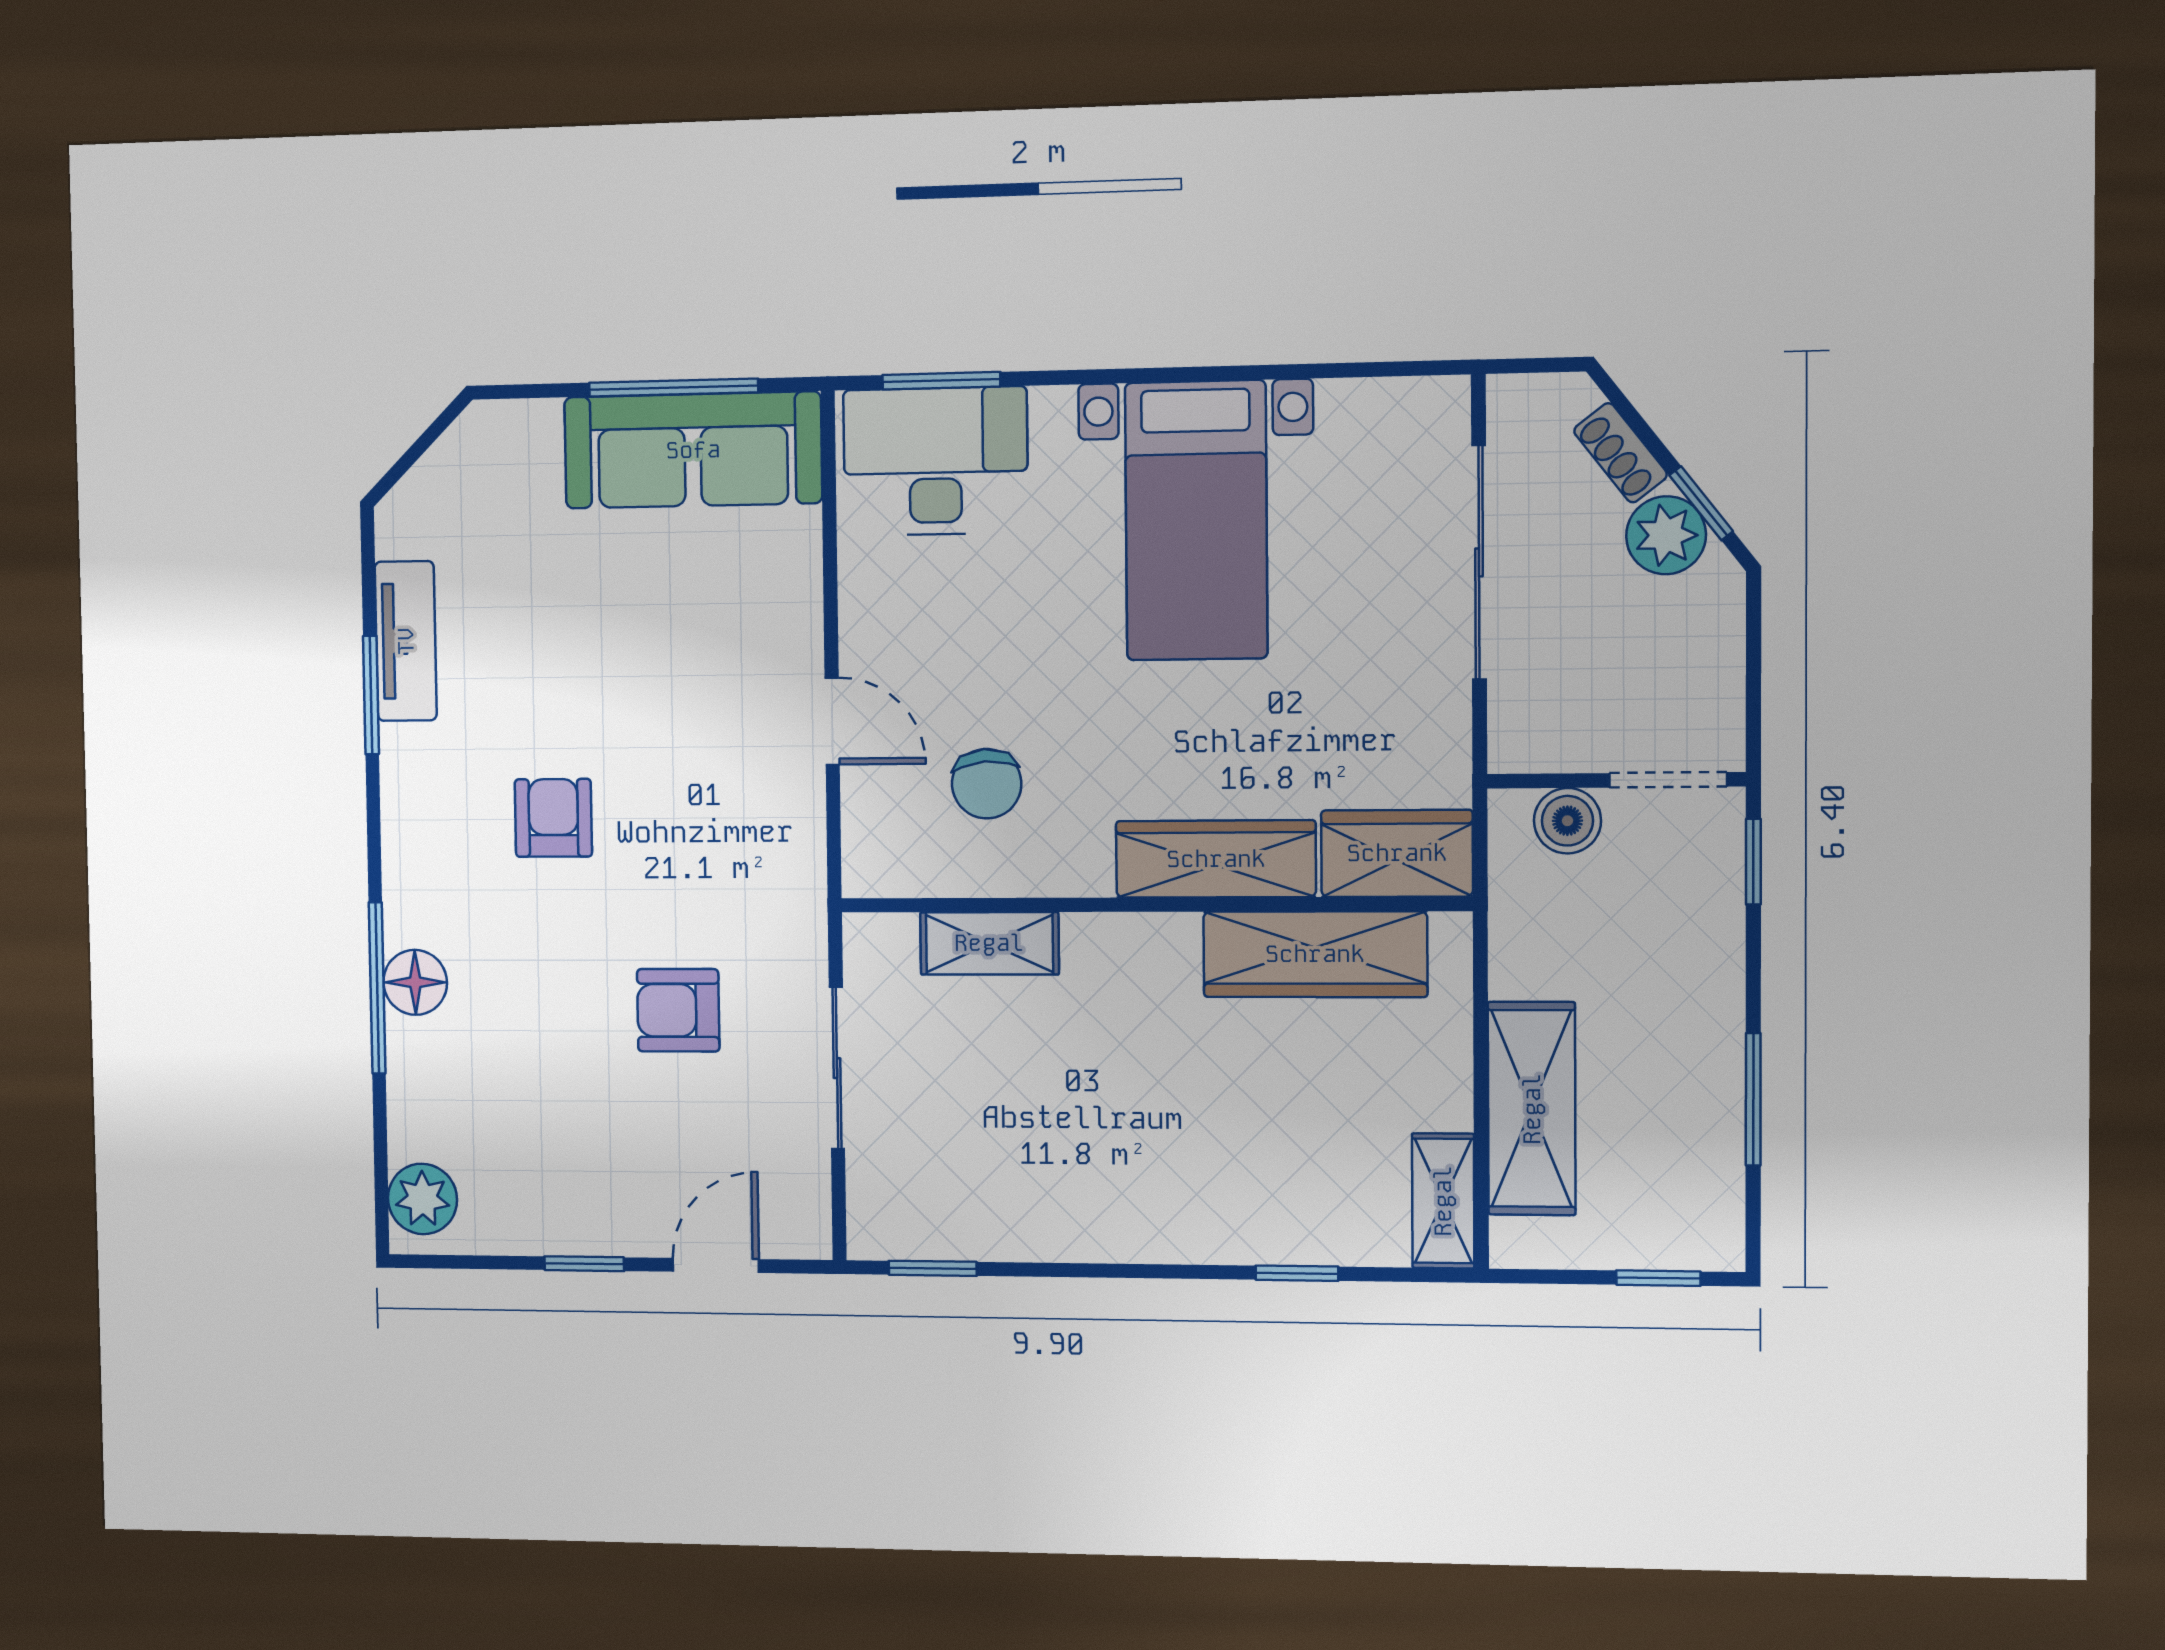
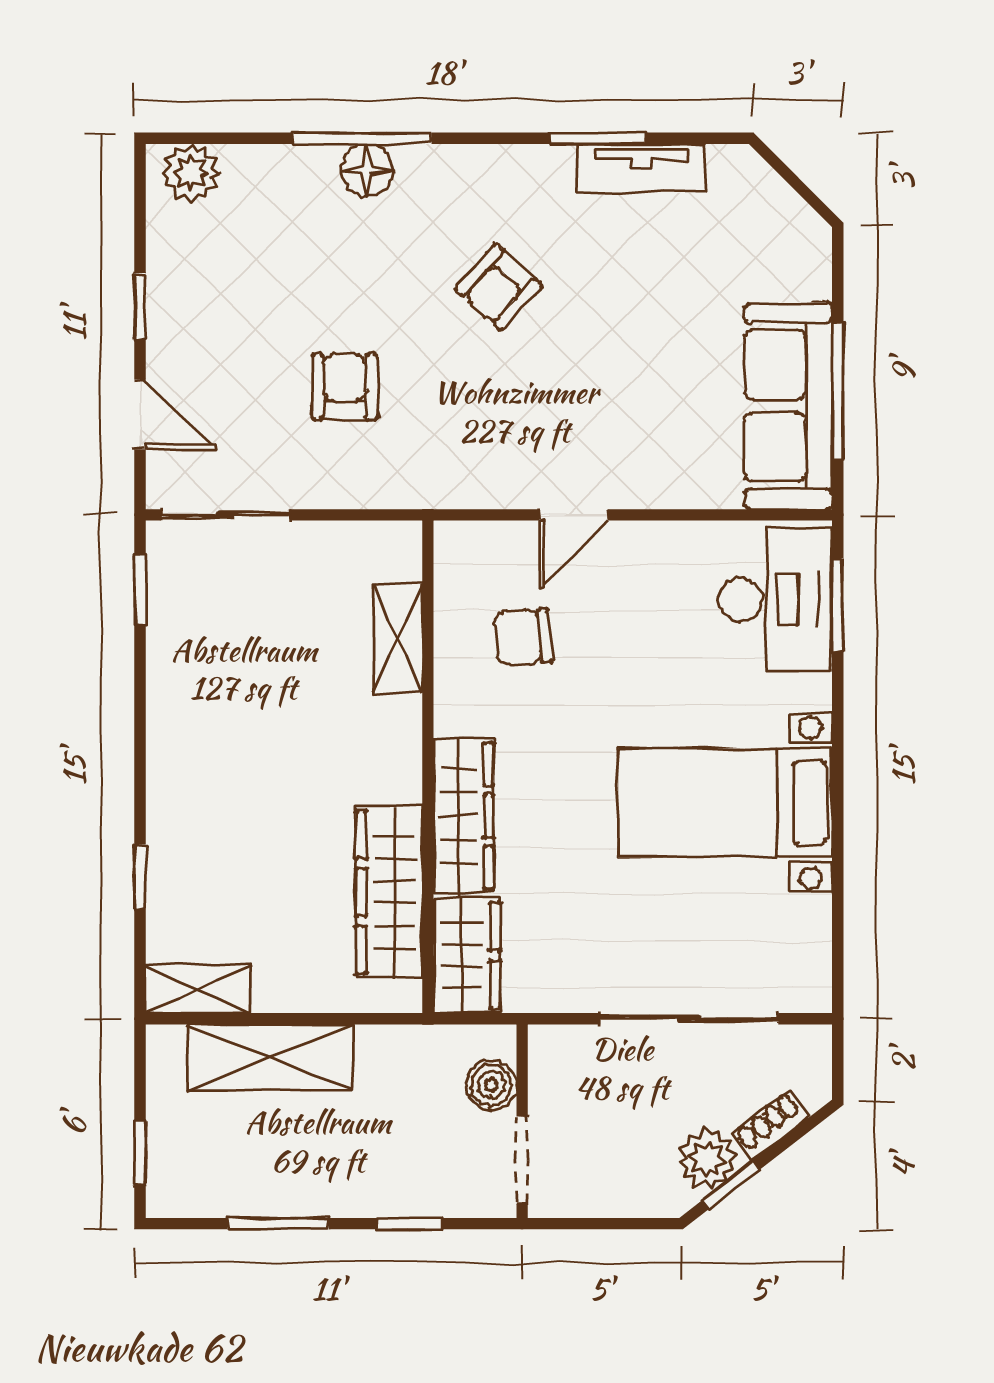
armchair: (553, 818) -> (499, 287), turned 132
window: (1753, 862) -> (409, 1224), moved
sliding door: (837, 1068) -> (225, 515), moved

